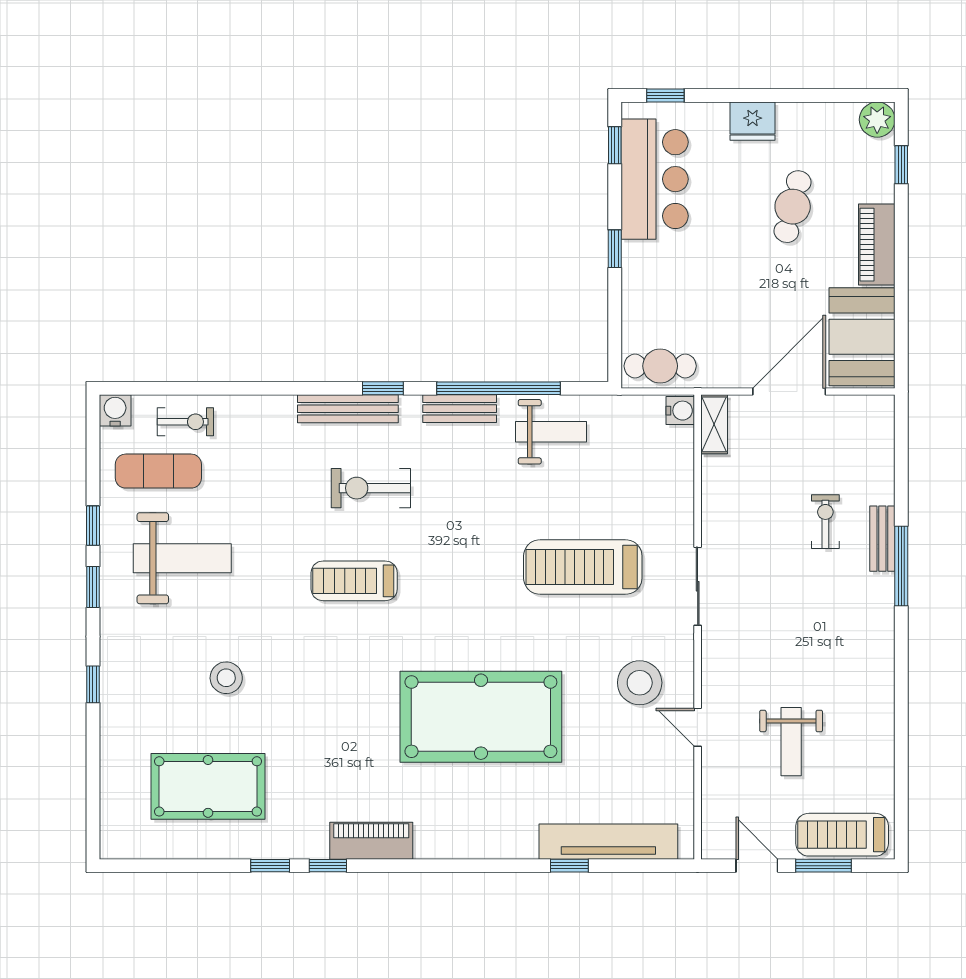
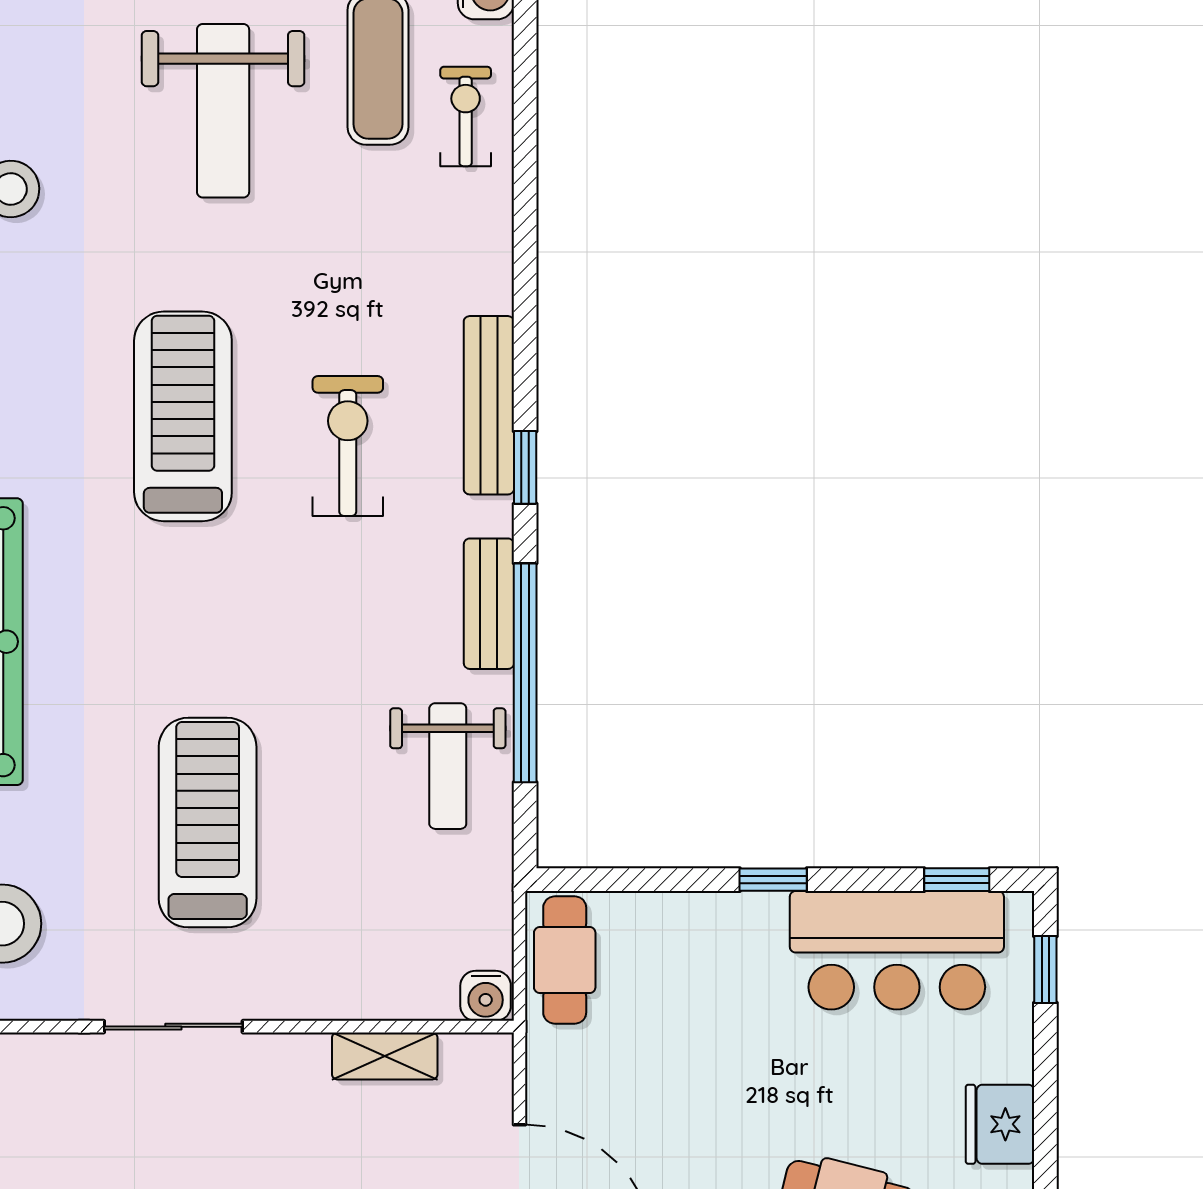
exercise bike: (185, 422) -> (466, 116), turned 180
shelving: (714, 424) -> (385, 1056), moved
treadmill: (354, 581) -> (183, 416), width x1.37, depth x1.38

